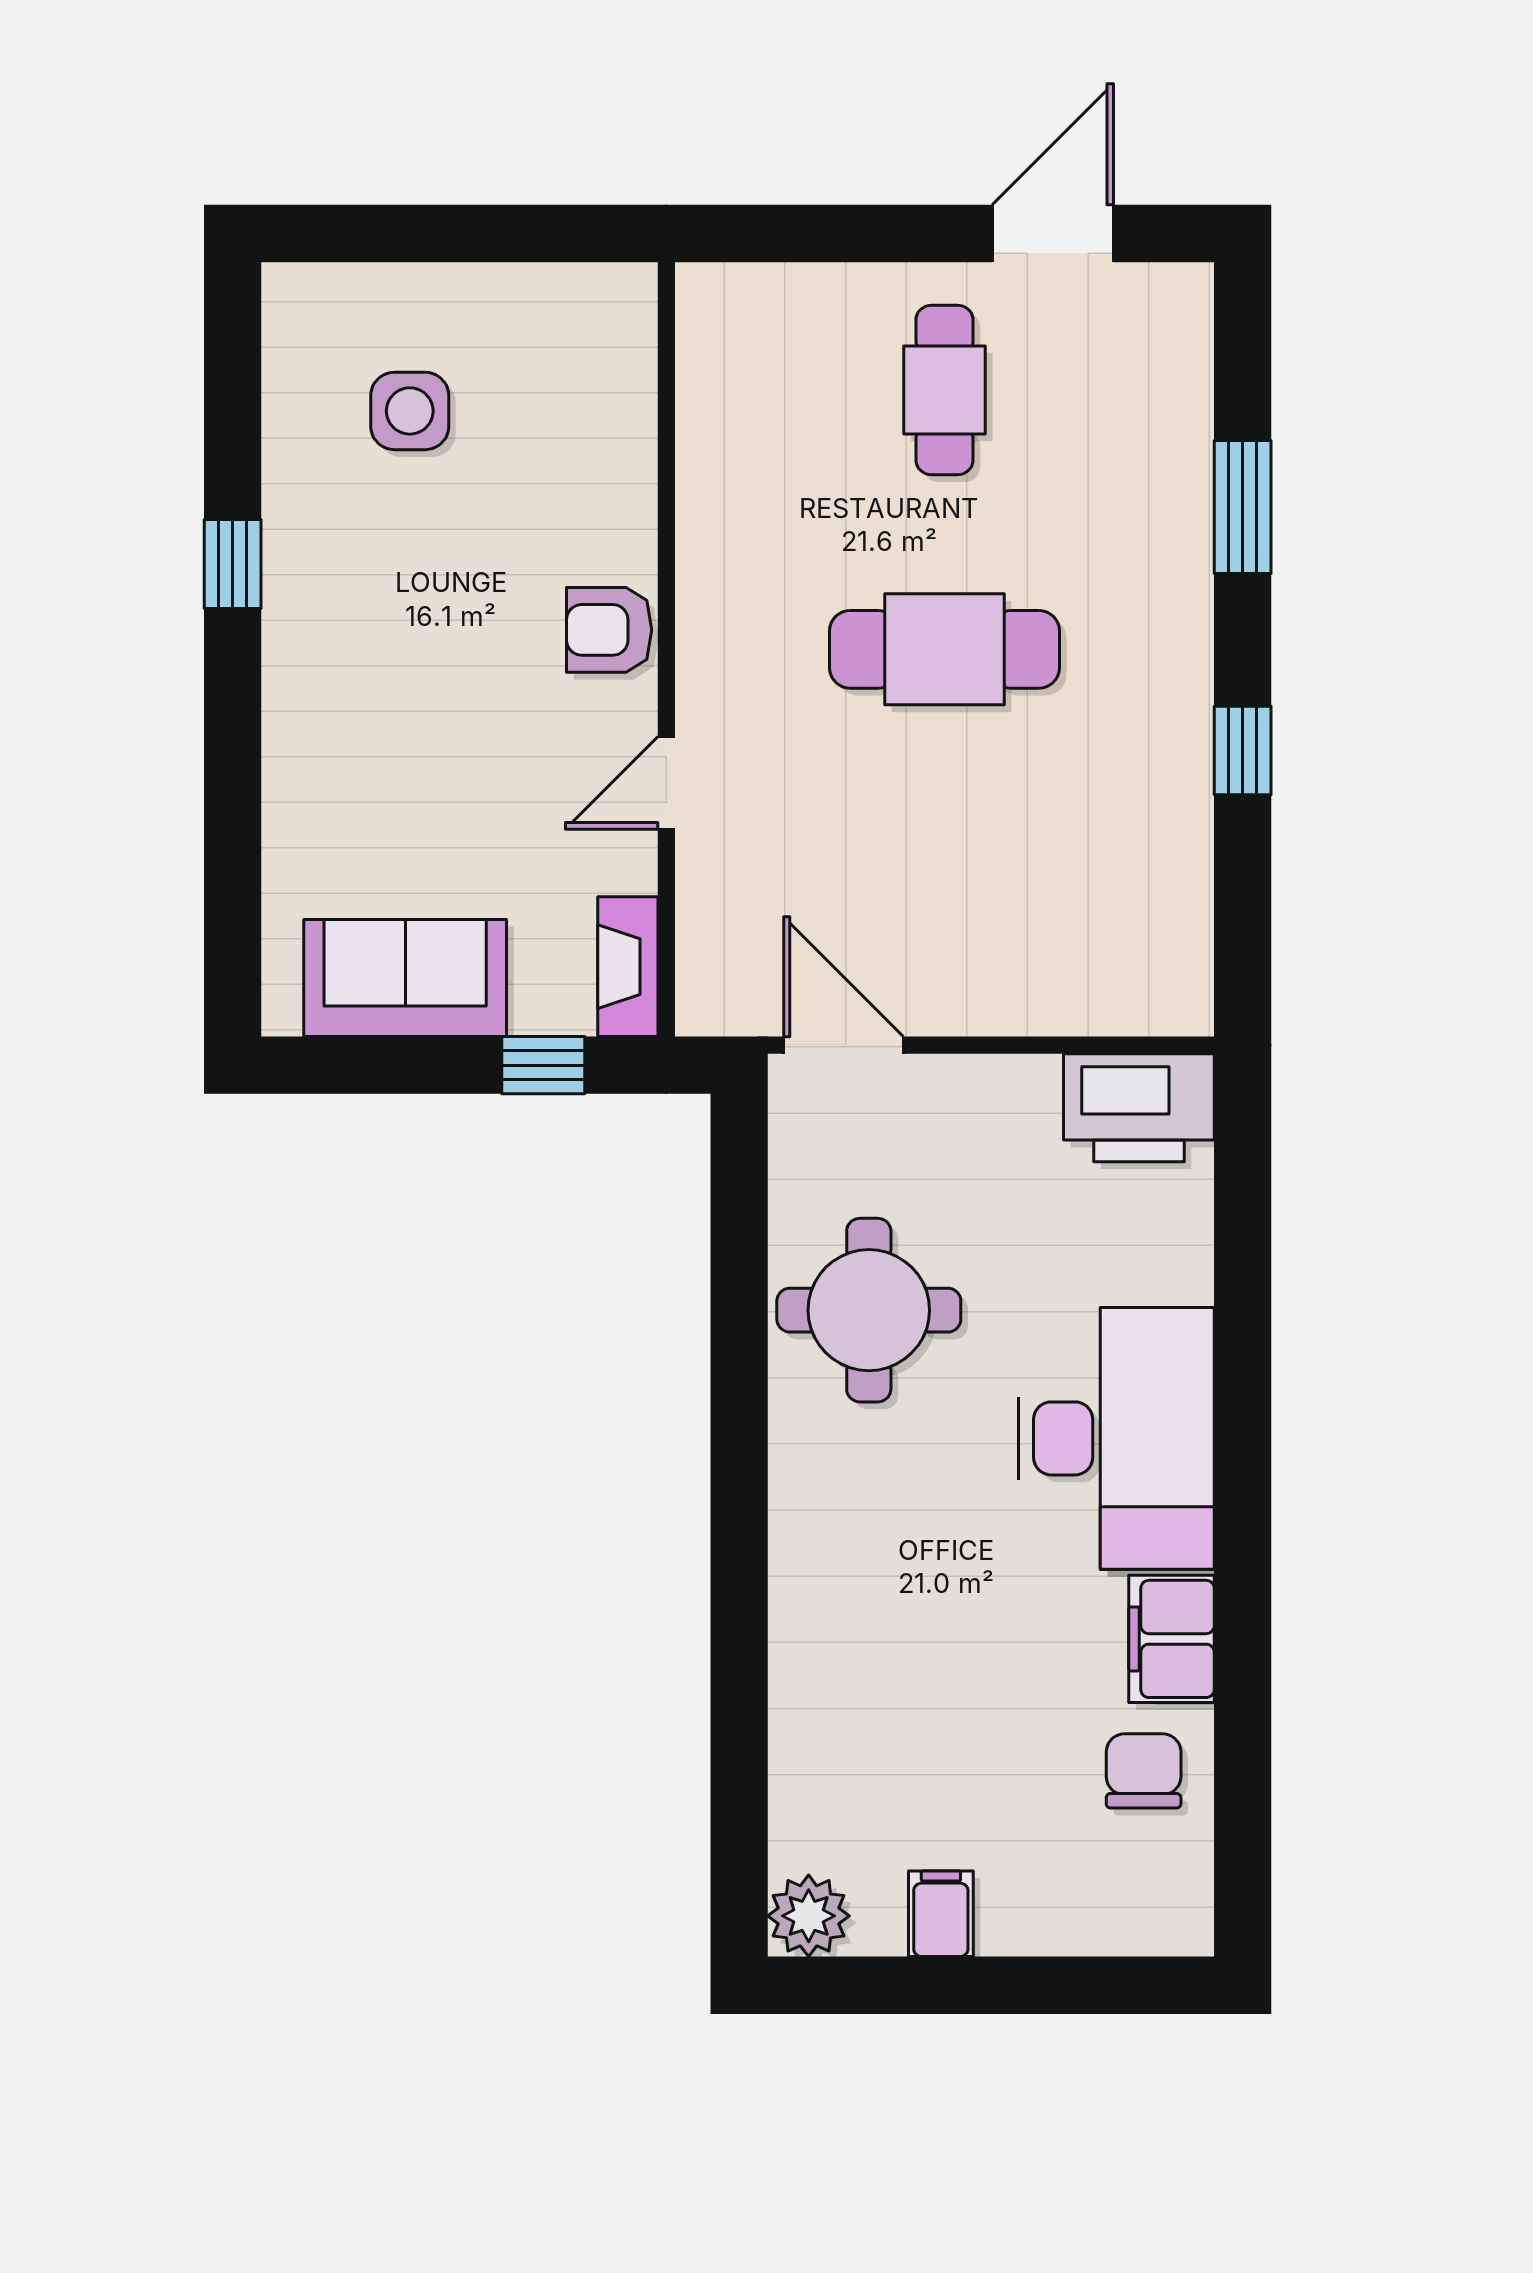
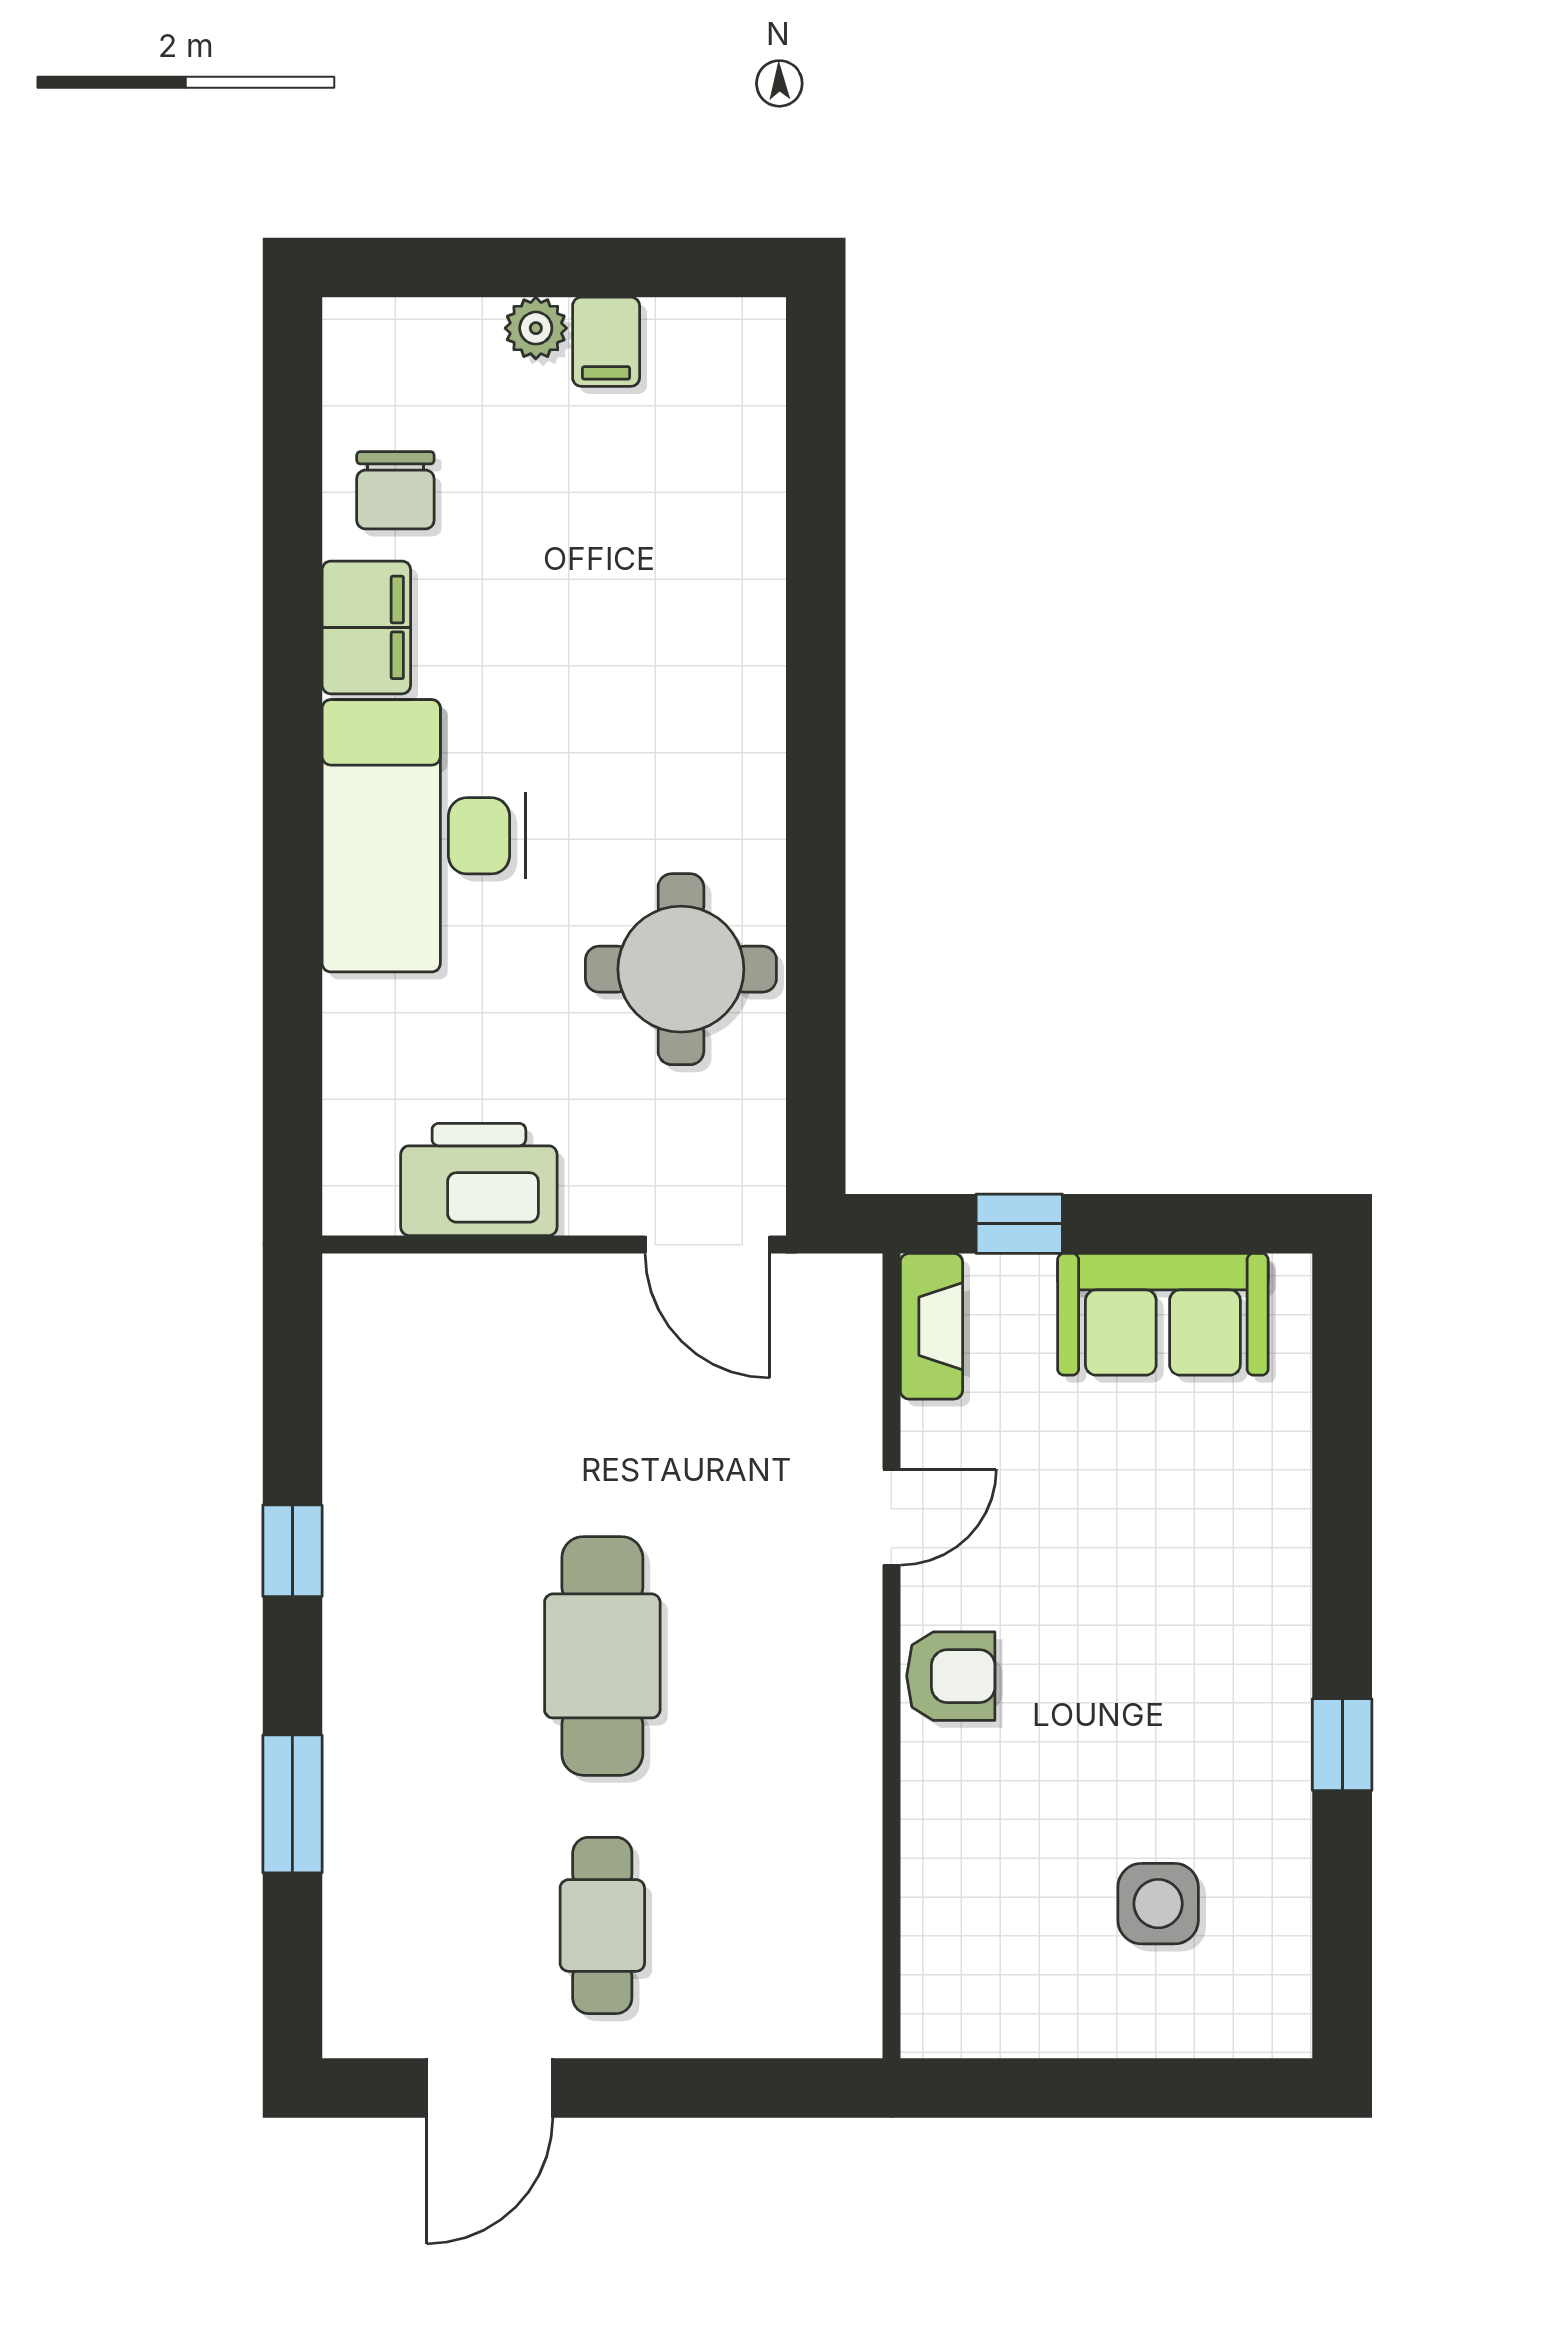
cafe table: (944, 649) -> (602, 1656), turned 90
printer: (1139, 1108) -> (479, 1179), moved
plant: (809, 1916) -> (536, 328), moved, width x0.73, depth x0.73

